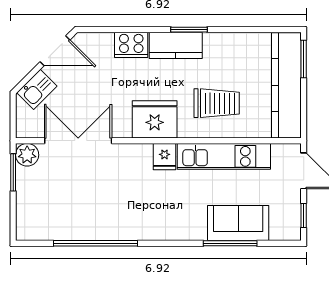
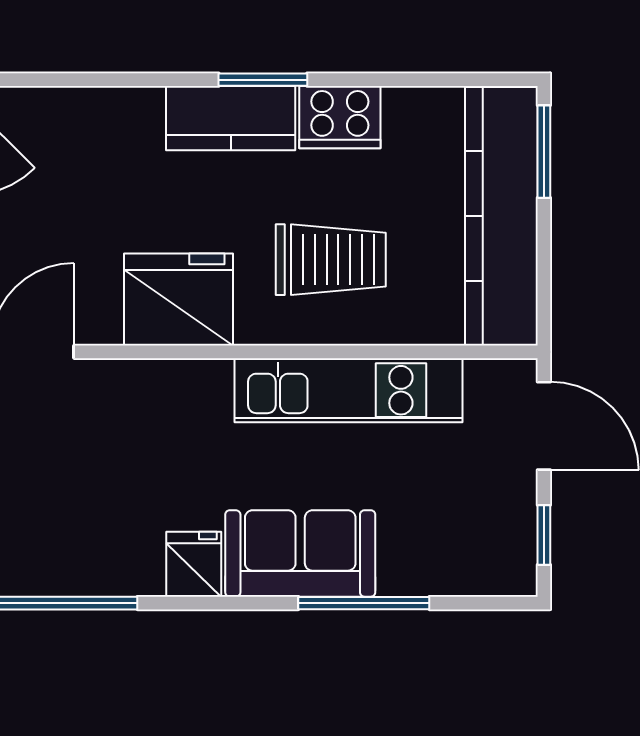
cooker: (131, 45) -> (340, 117), moved
fridge: (165, 157) -> (194, 564), moved, turned 180
sofa: (238, 223) -> (300, 553), moved

